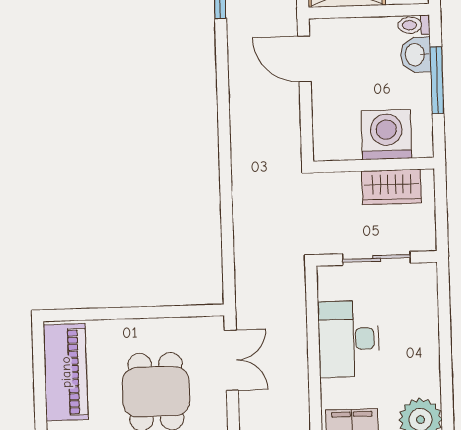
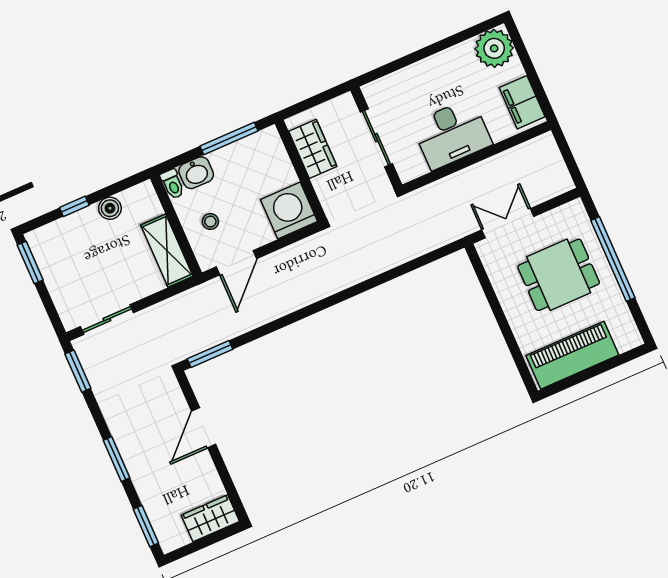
stool: (358, 49) -> (210, 222), added
window: (437, 80) -> (229, 138), moved
washing machine: (386, 135) -> (289, 211), moved, turned 90

